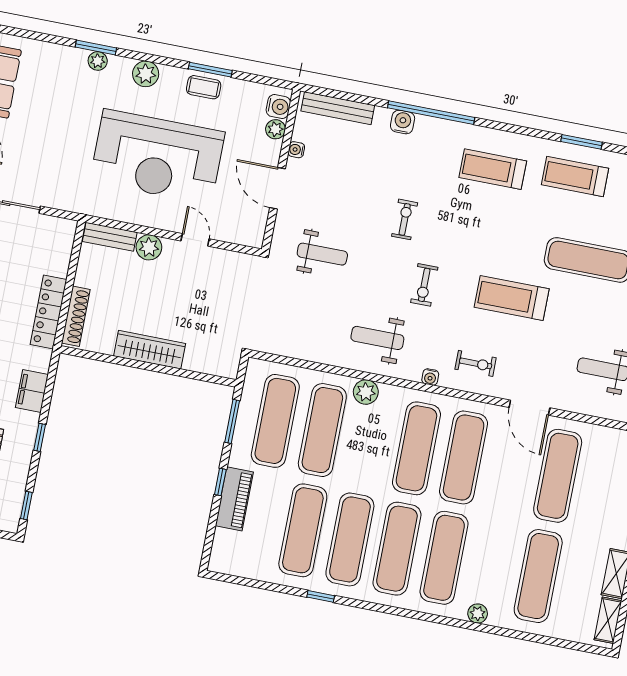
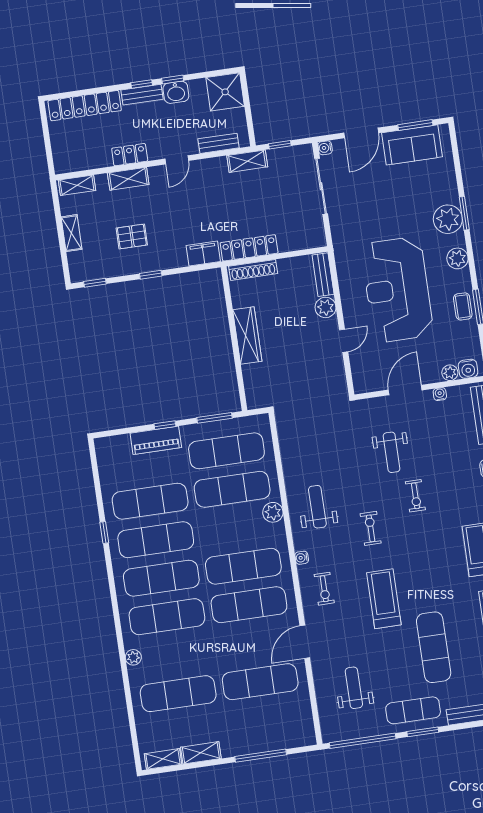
plant: (98, 61) -> (448, 219), width x1.87, depth x1.87
exercise bike: (405, 219) -> (415, 496), turned 90
weight bench: (322, 254) -> (391, 452), moved
exercise bike: (424, 285) -> (371, 528), turned 90
filing cabinet: (32, 391) -> (203, 254), moved

